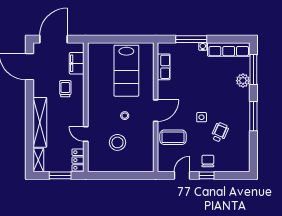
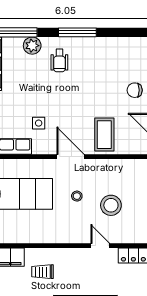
side table: (202, 117) -> (39, 123), moved
wheelchair: (220, 132) -> (59, 61), moved, turned -114
door: (86, 134) -> (100, 246), swing flipped

